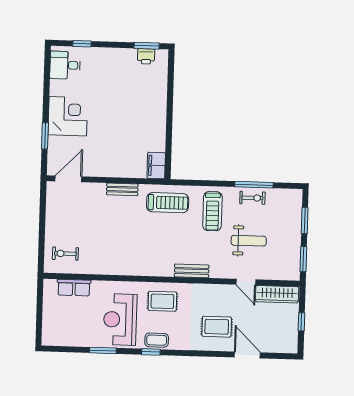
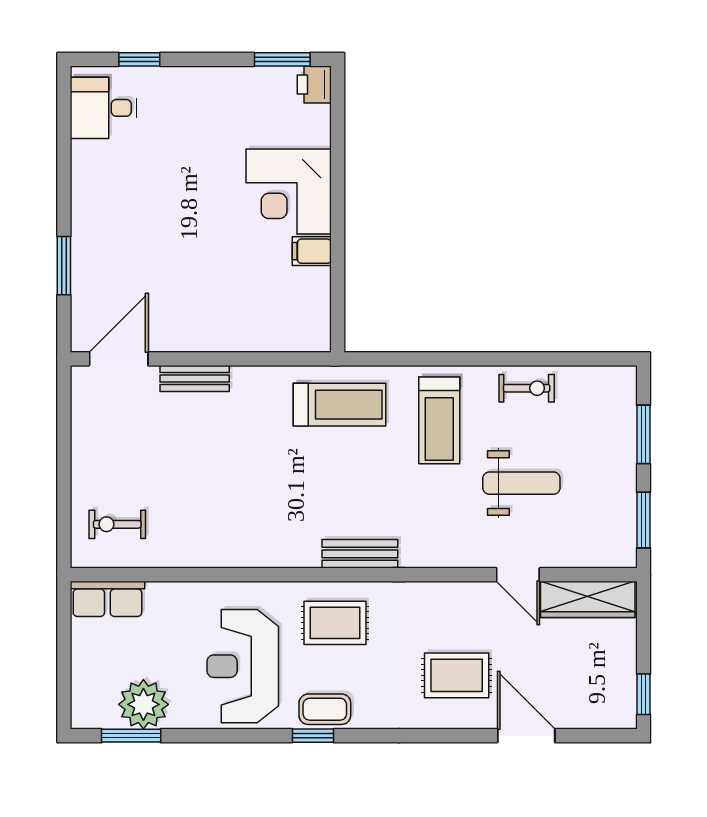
printer: (146, 56) -> (314, 84), moved, turned 90
corner desk: (68, 116) -> (289, 191), moved, turned 180
filing cabinet: (156, 165) -> (312, 251), moved, width x0.50
window: (254, 185) -> (529, 359), removed
bench: (122, 189) -> (195, 379), moved
bench: (192, 271) -> (360, 554), moved
row of seats: (74, 288) -> (107, 599), moved
window: (301, 322) -> (644, 694), moved
plant: (75, 335) -> (143, 704), added
window: (103, 350) -> (131, 736), moved

